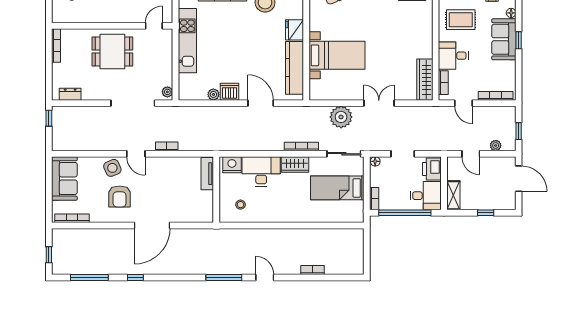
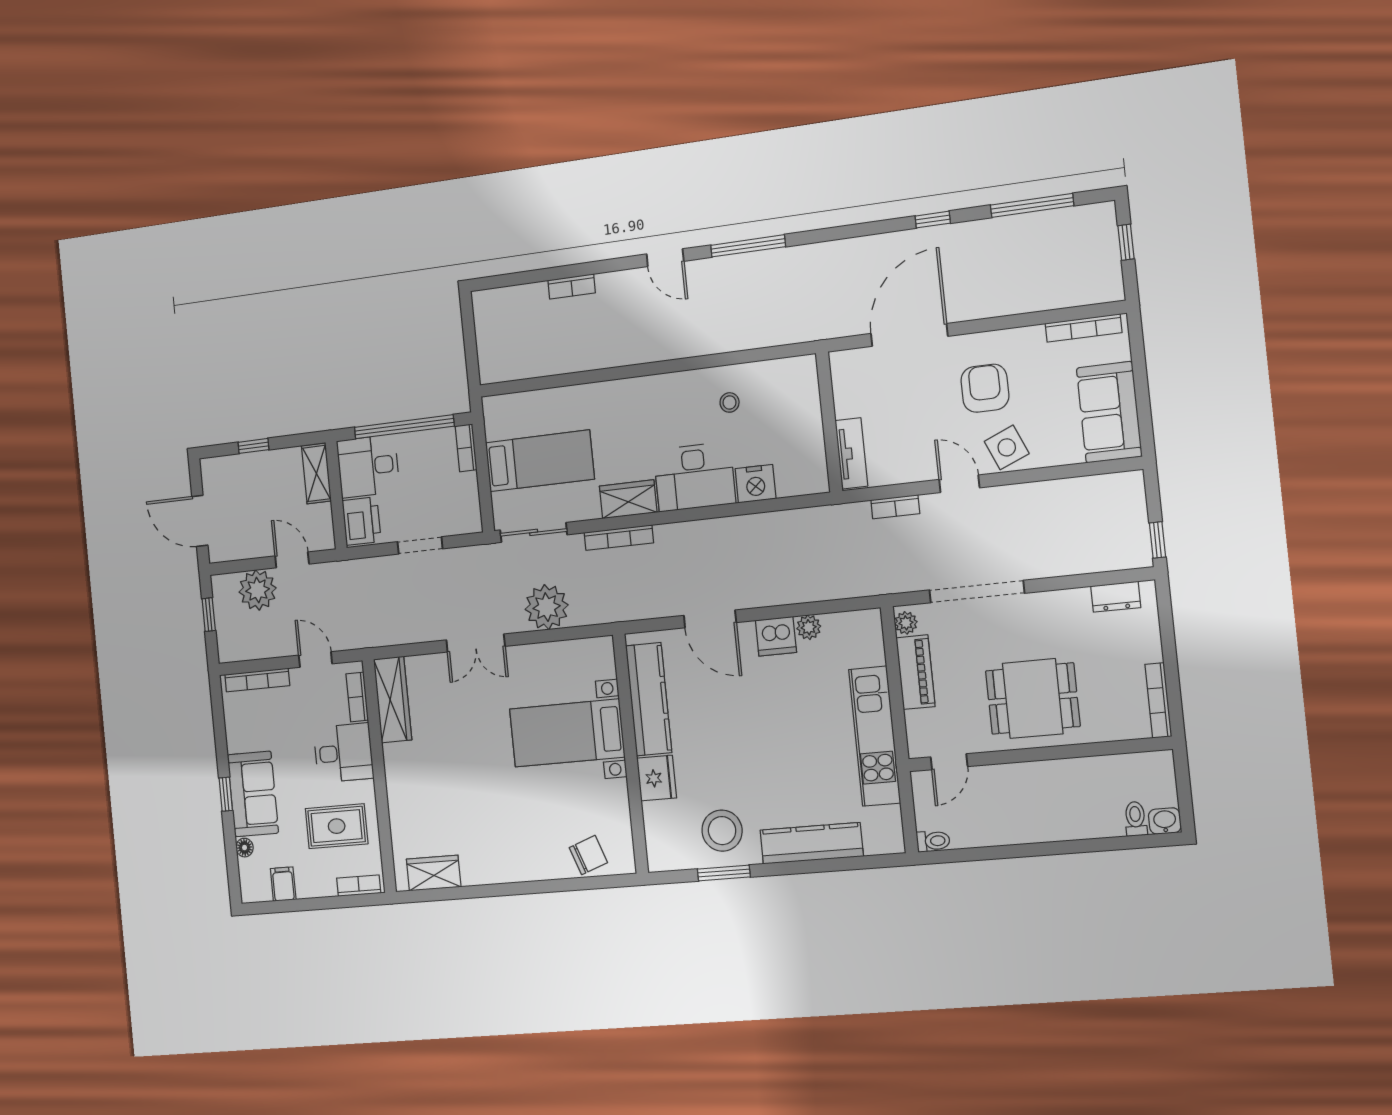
piano: (165, 69) -> (916, 672), added
plant: (496, 145) -> (258, 590), width x1.87, depth x1.87
floor lamp: (375, 161) -> (471, 524), removed
tv unit: (207, 174) -> (851, 453), moved
wall: (216, 190) -> (829, 422), moved

